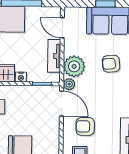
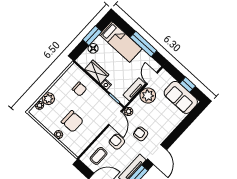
armchair: (111, 64) -> (141, 134), moved
plant: (74, 66) -> (148, 96), moved

